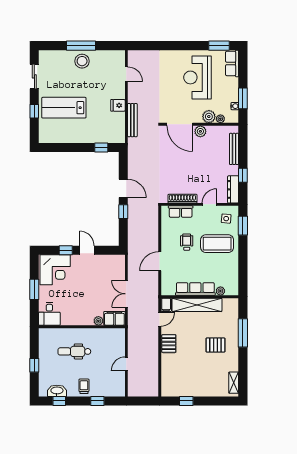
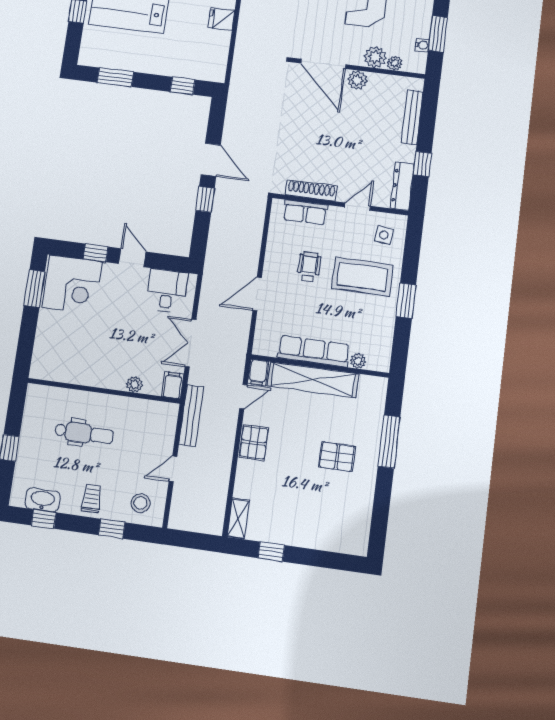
bench: (132, 120) -> (191, 415), moved
window: (62, 147) -> (115, 77), added
window: (243, 226) -> (406, 301), moved
window: (34, 289) -> (34, 288), moved
desk: (49, 314) -> (167, 291), moved, turned 180
filing cabinet: (114, 318) -> (173, 385), width x0.50
dental chair: (74, 351) -> (84, 433), turned 180
shelving: (234, 383) -> (238, 518), moved
stool: (111, 385) -> (141, 503), added

